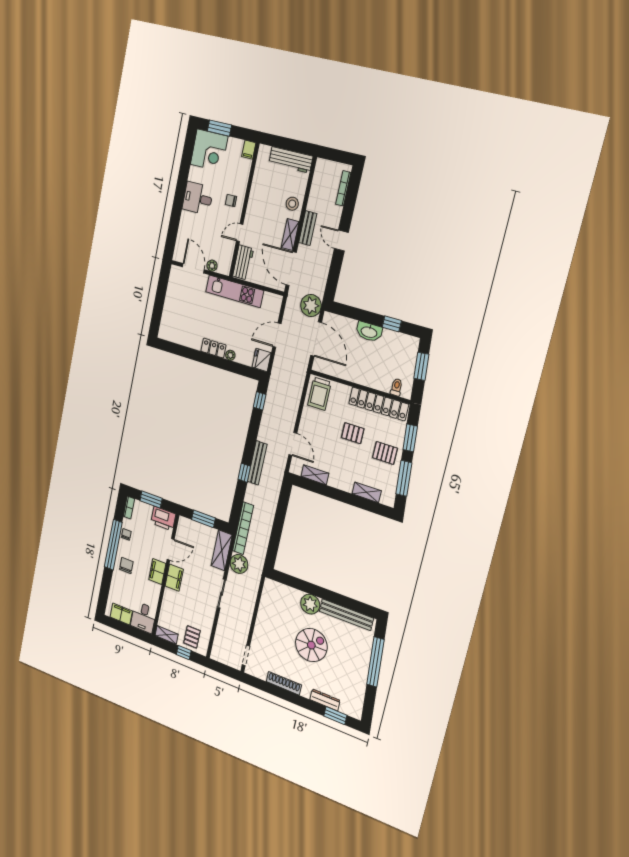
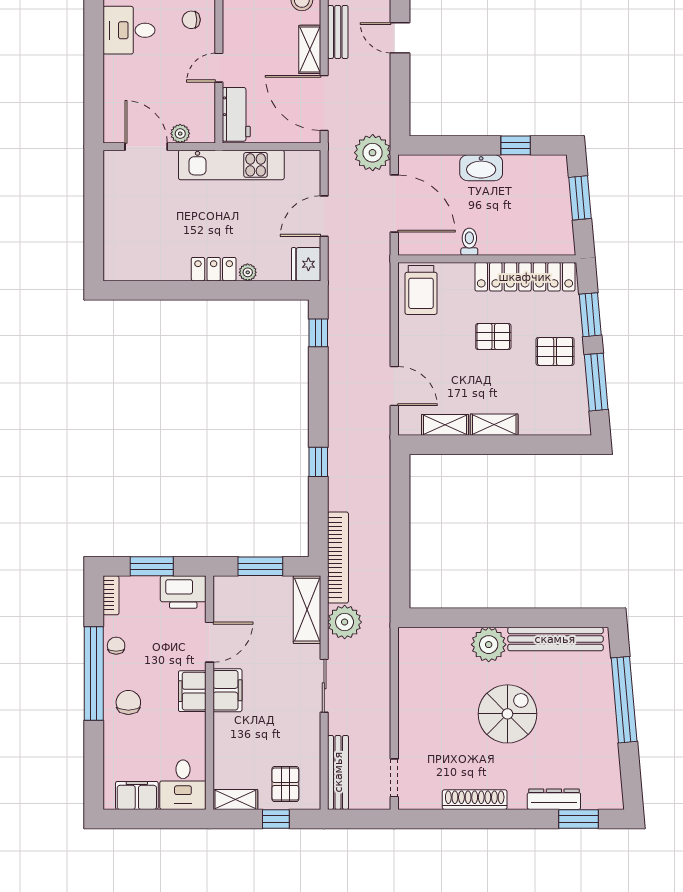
toilet: (396, 387) -> (469, 242), moved
bench: (257, 463) -> (338, 772), moved
shelving: (367, 492) -> (494, 425), moved

